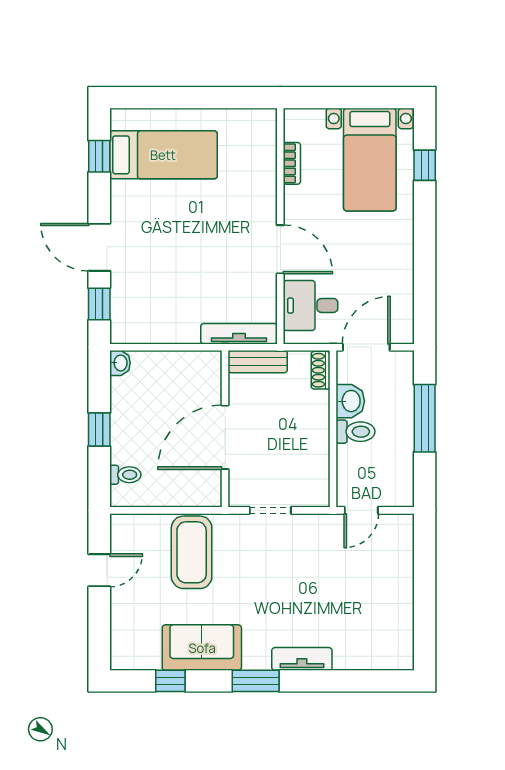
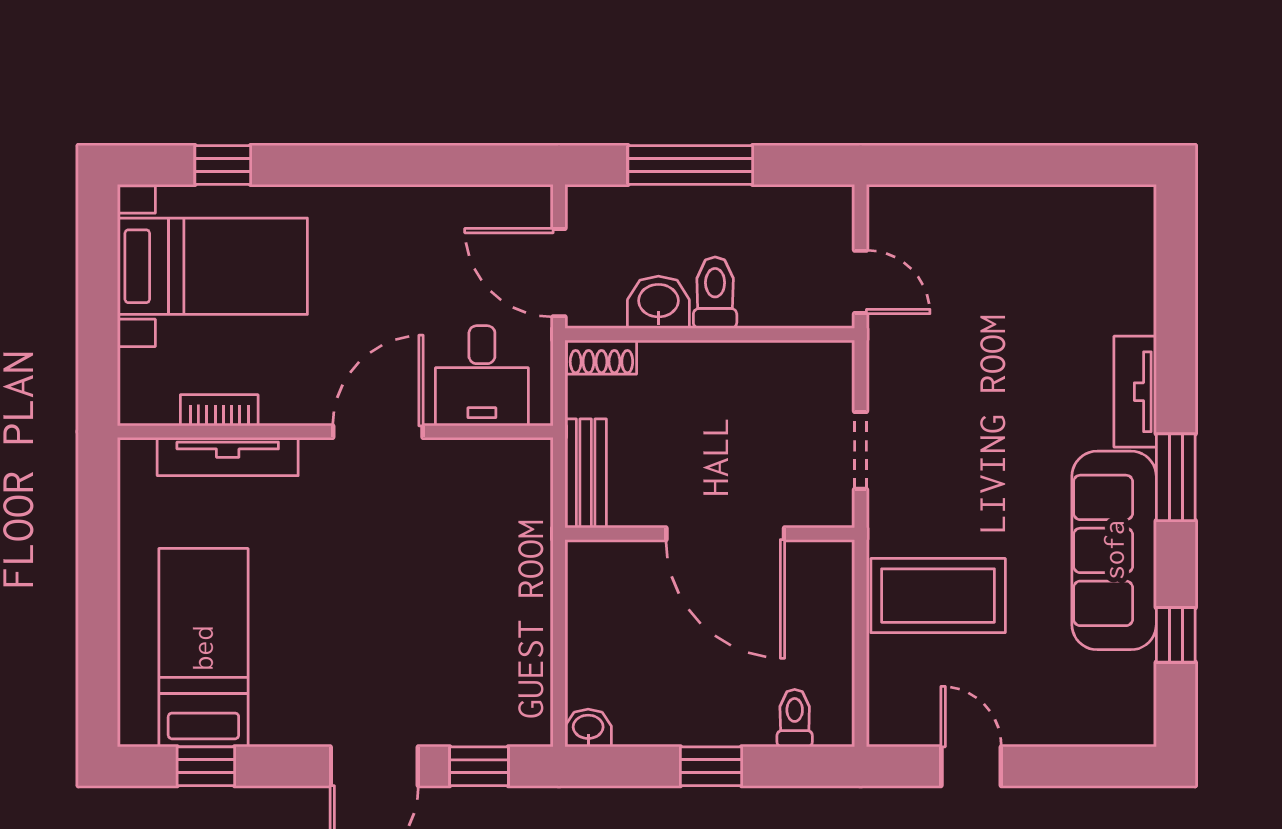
tv unit: (239, 334) -> (228, 457), moved, turned -90
sofa: (202, 648) -> (1114, 550), width x1.36

